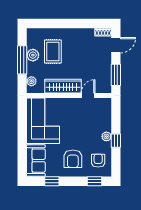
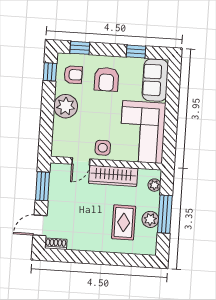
side table: (72, 107) -> (103, 148), added
plant: (106, 136) -> (66, 106), width x1.88, depth x1.88
window: (116, 141) -> (50, 72), moved
armchair: (73, 159) -> (106, 79), turned 180
armchair: (98, 161) -> (73, 75), turned -90

